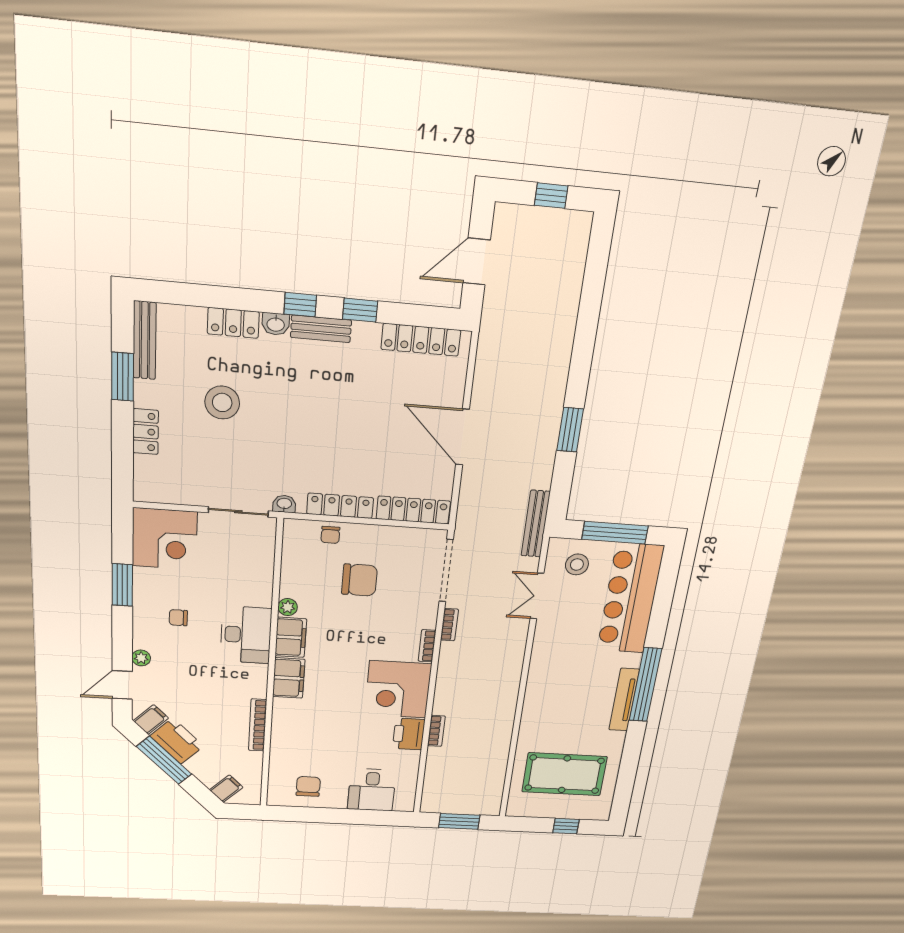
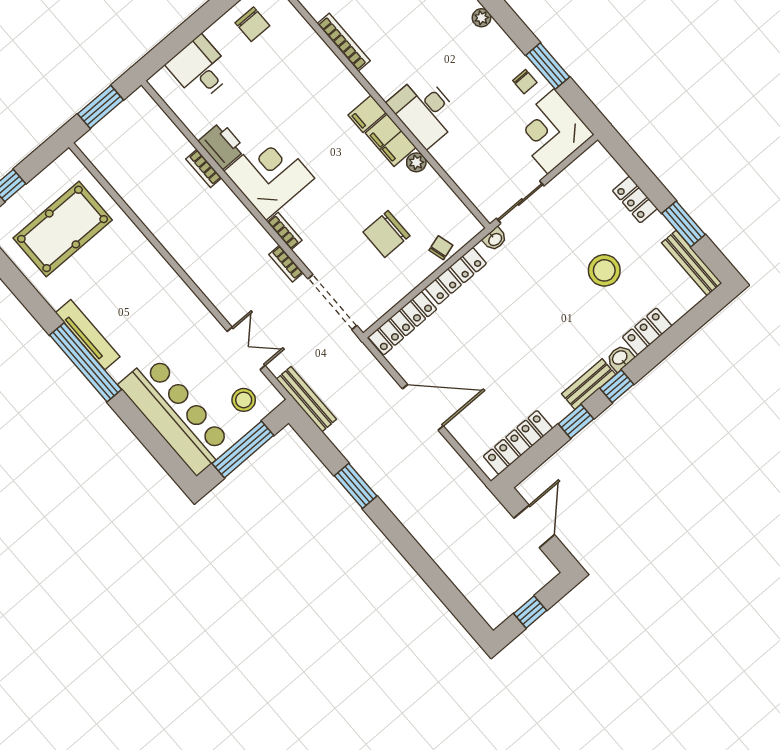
chair: (330, 535) -> (441, 248), turned 74
chair: (178, 618) -> (525, 82), moved, turned 90
filing cabinet: (289, 678) -> (367, 114), width x0.50

